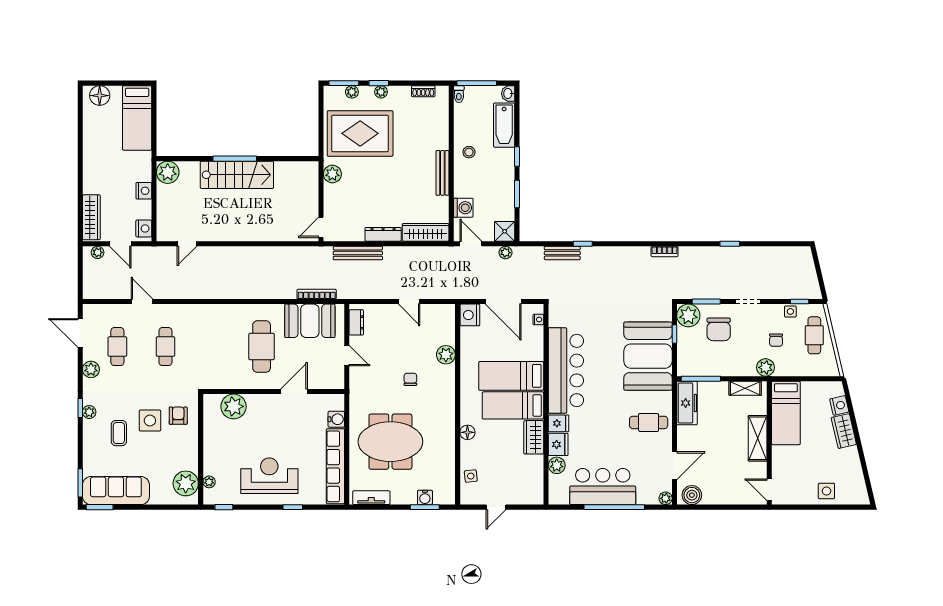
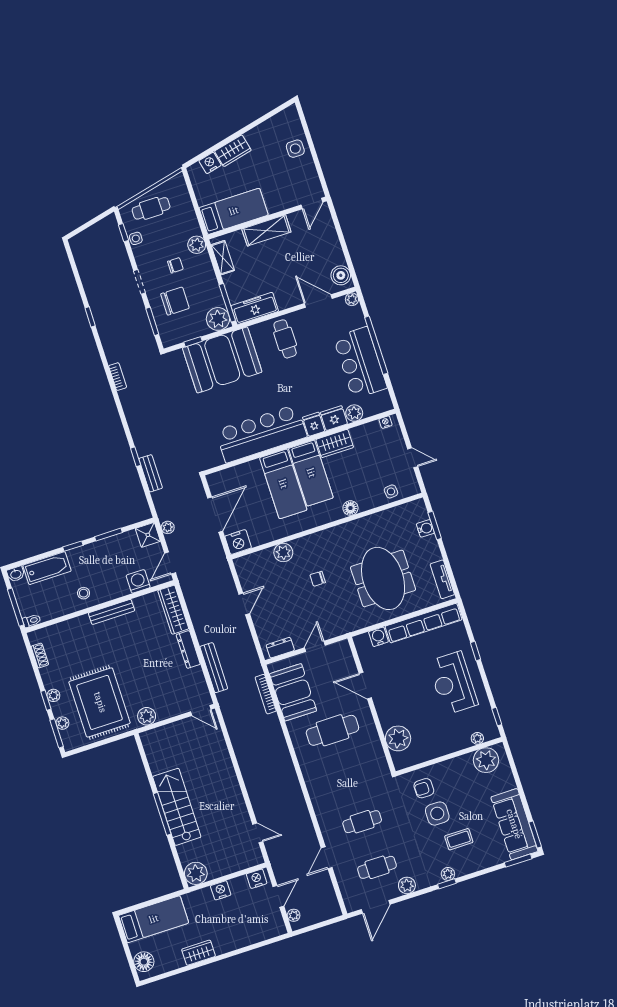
wardrobe: (91, 217) -> (199, 953), moved, width x0.67
plant: (688, 315) -> (218, 319), moved
nightstand: (538, 319) -> (386, 422), moved
chair: (776, 340) -> (175, 265), moved

